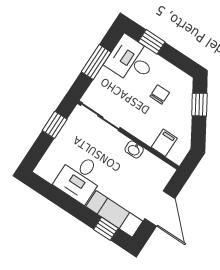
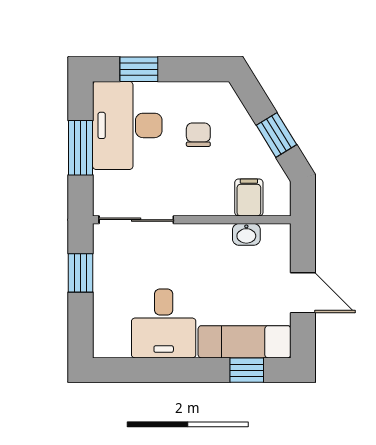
desk: (131, 60) -> (127, 125), width x1.37
window: (199, 105) -> (276, 135), moved
washbasin: (134, 149) -> (246, 234), moved
door: (160, 209) -> (303, 293), width x0.73

